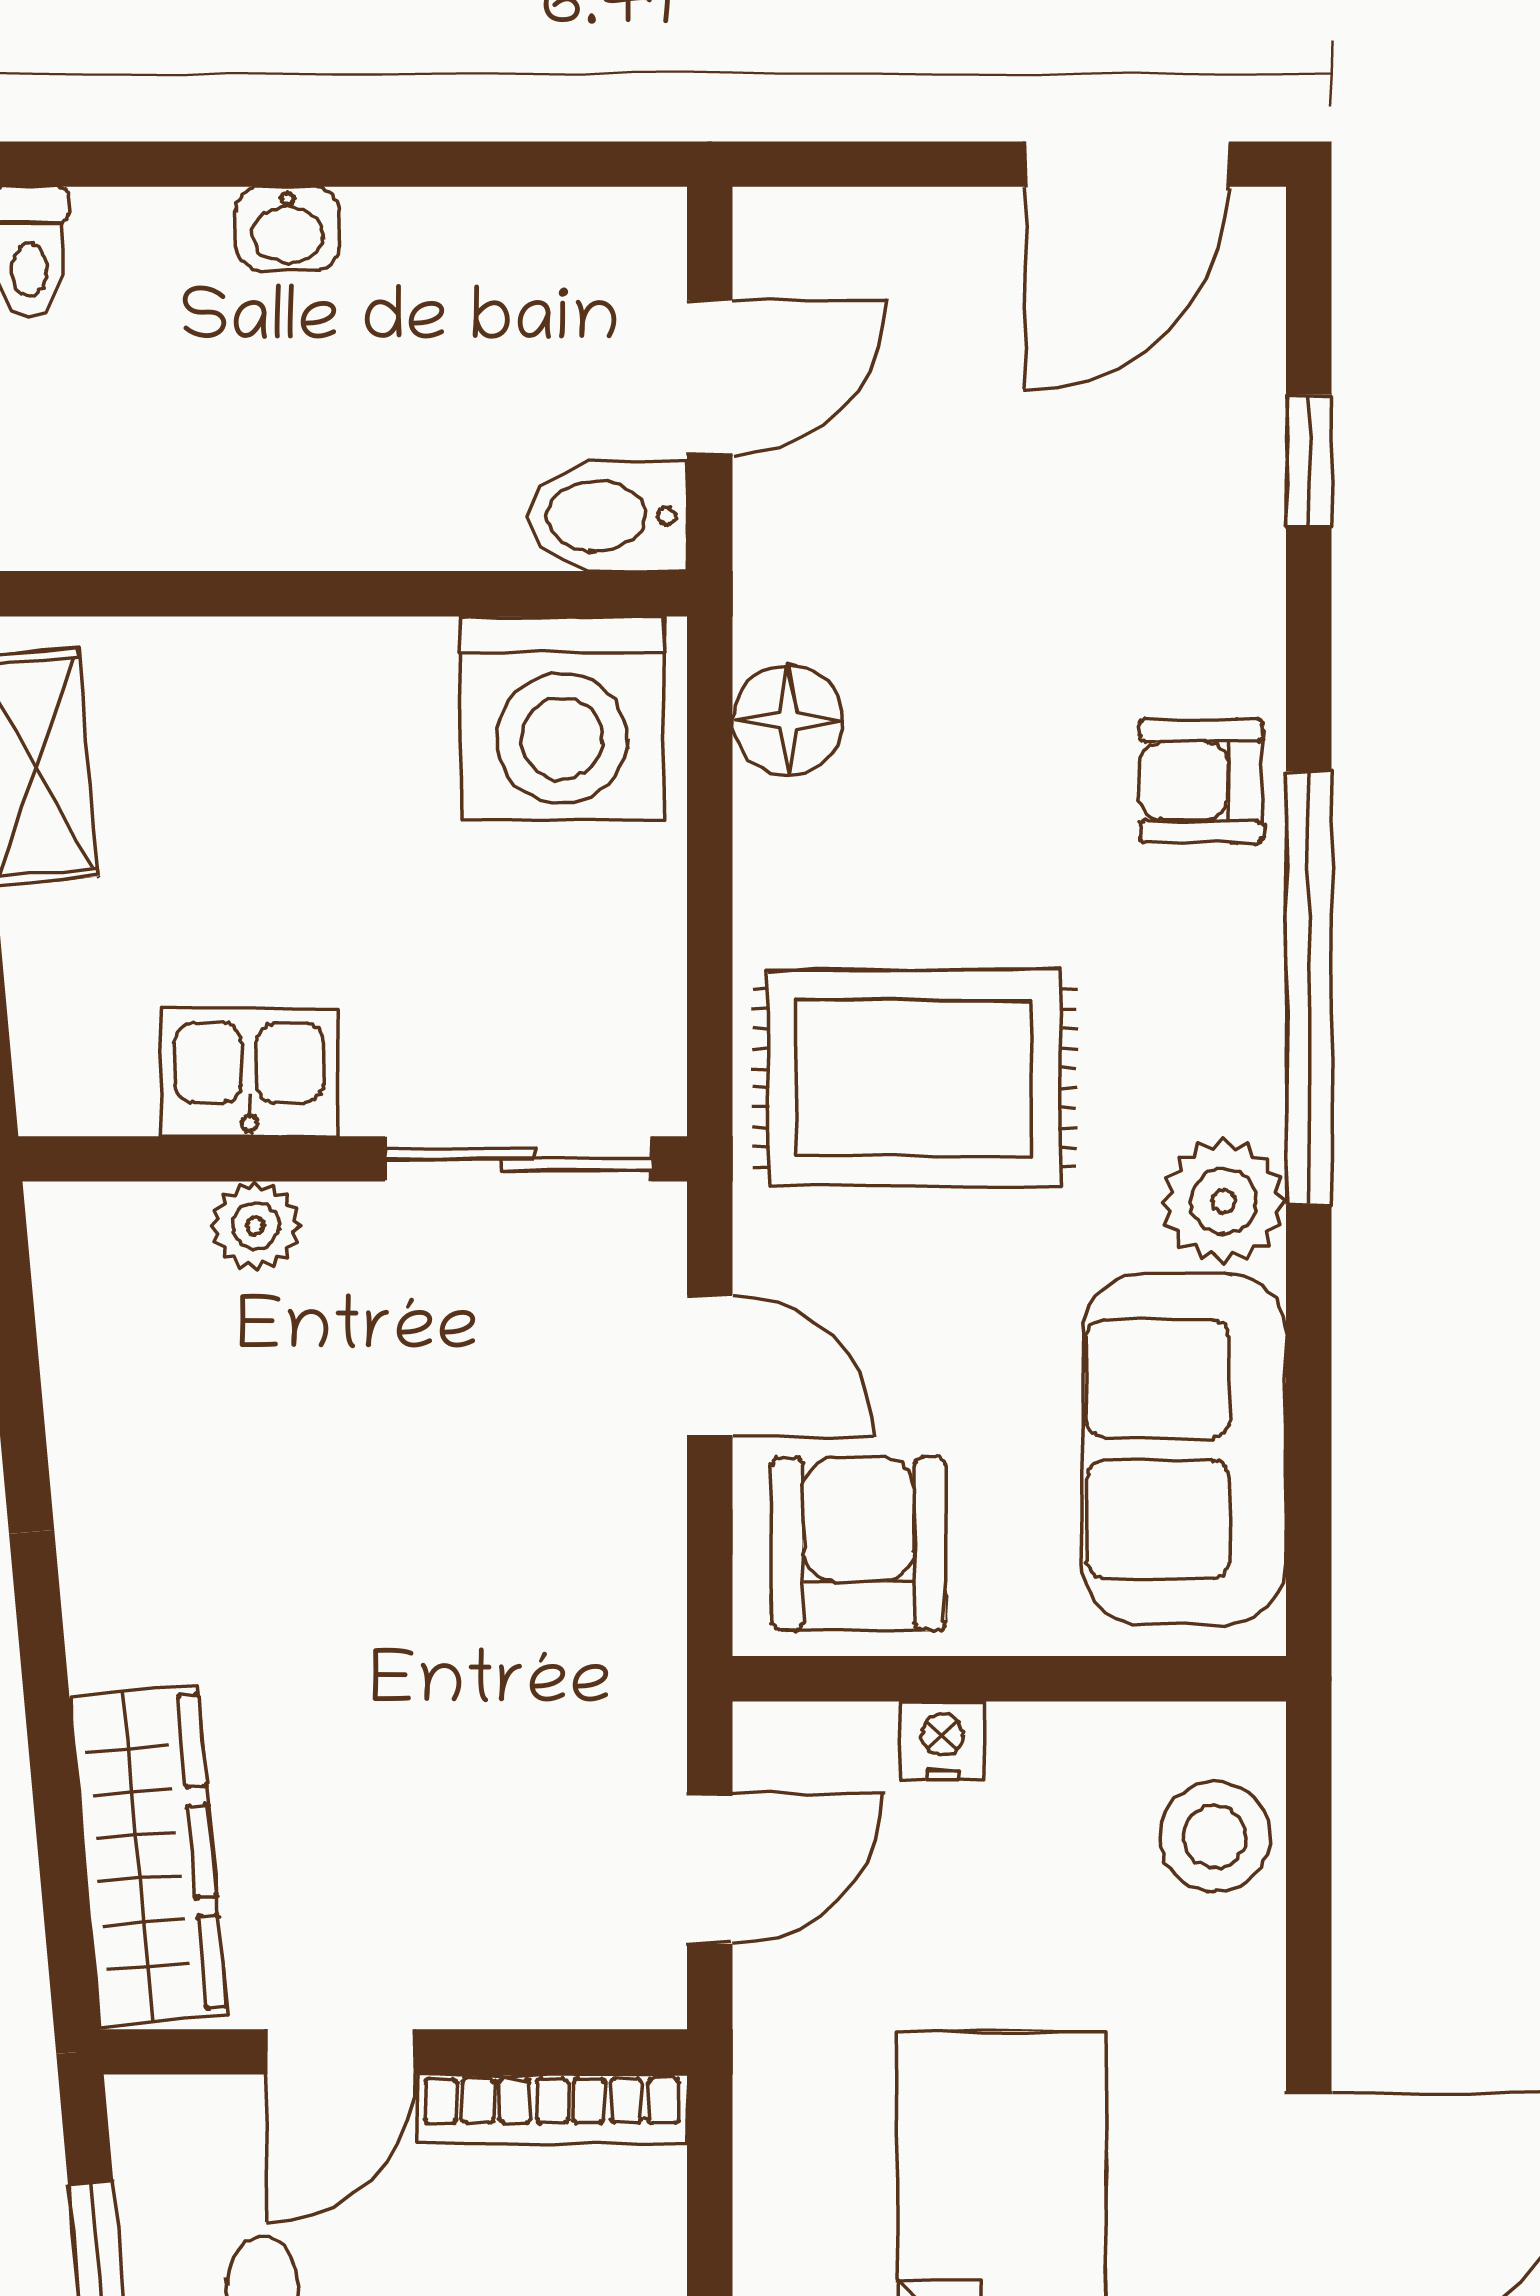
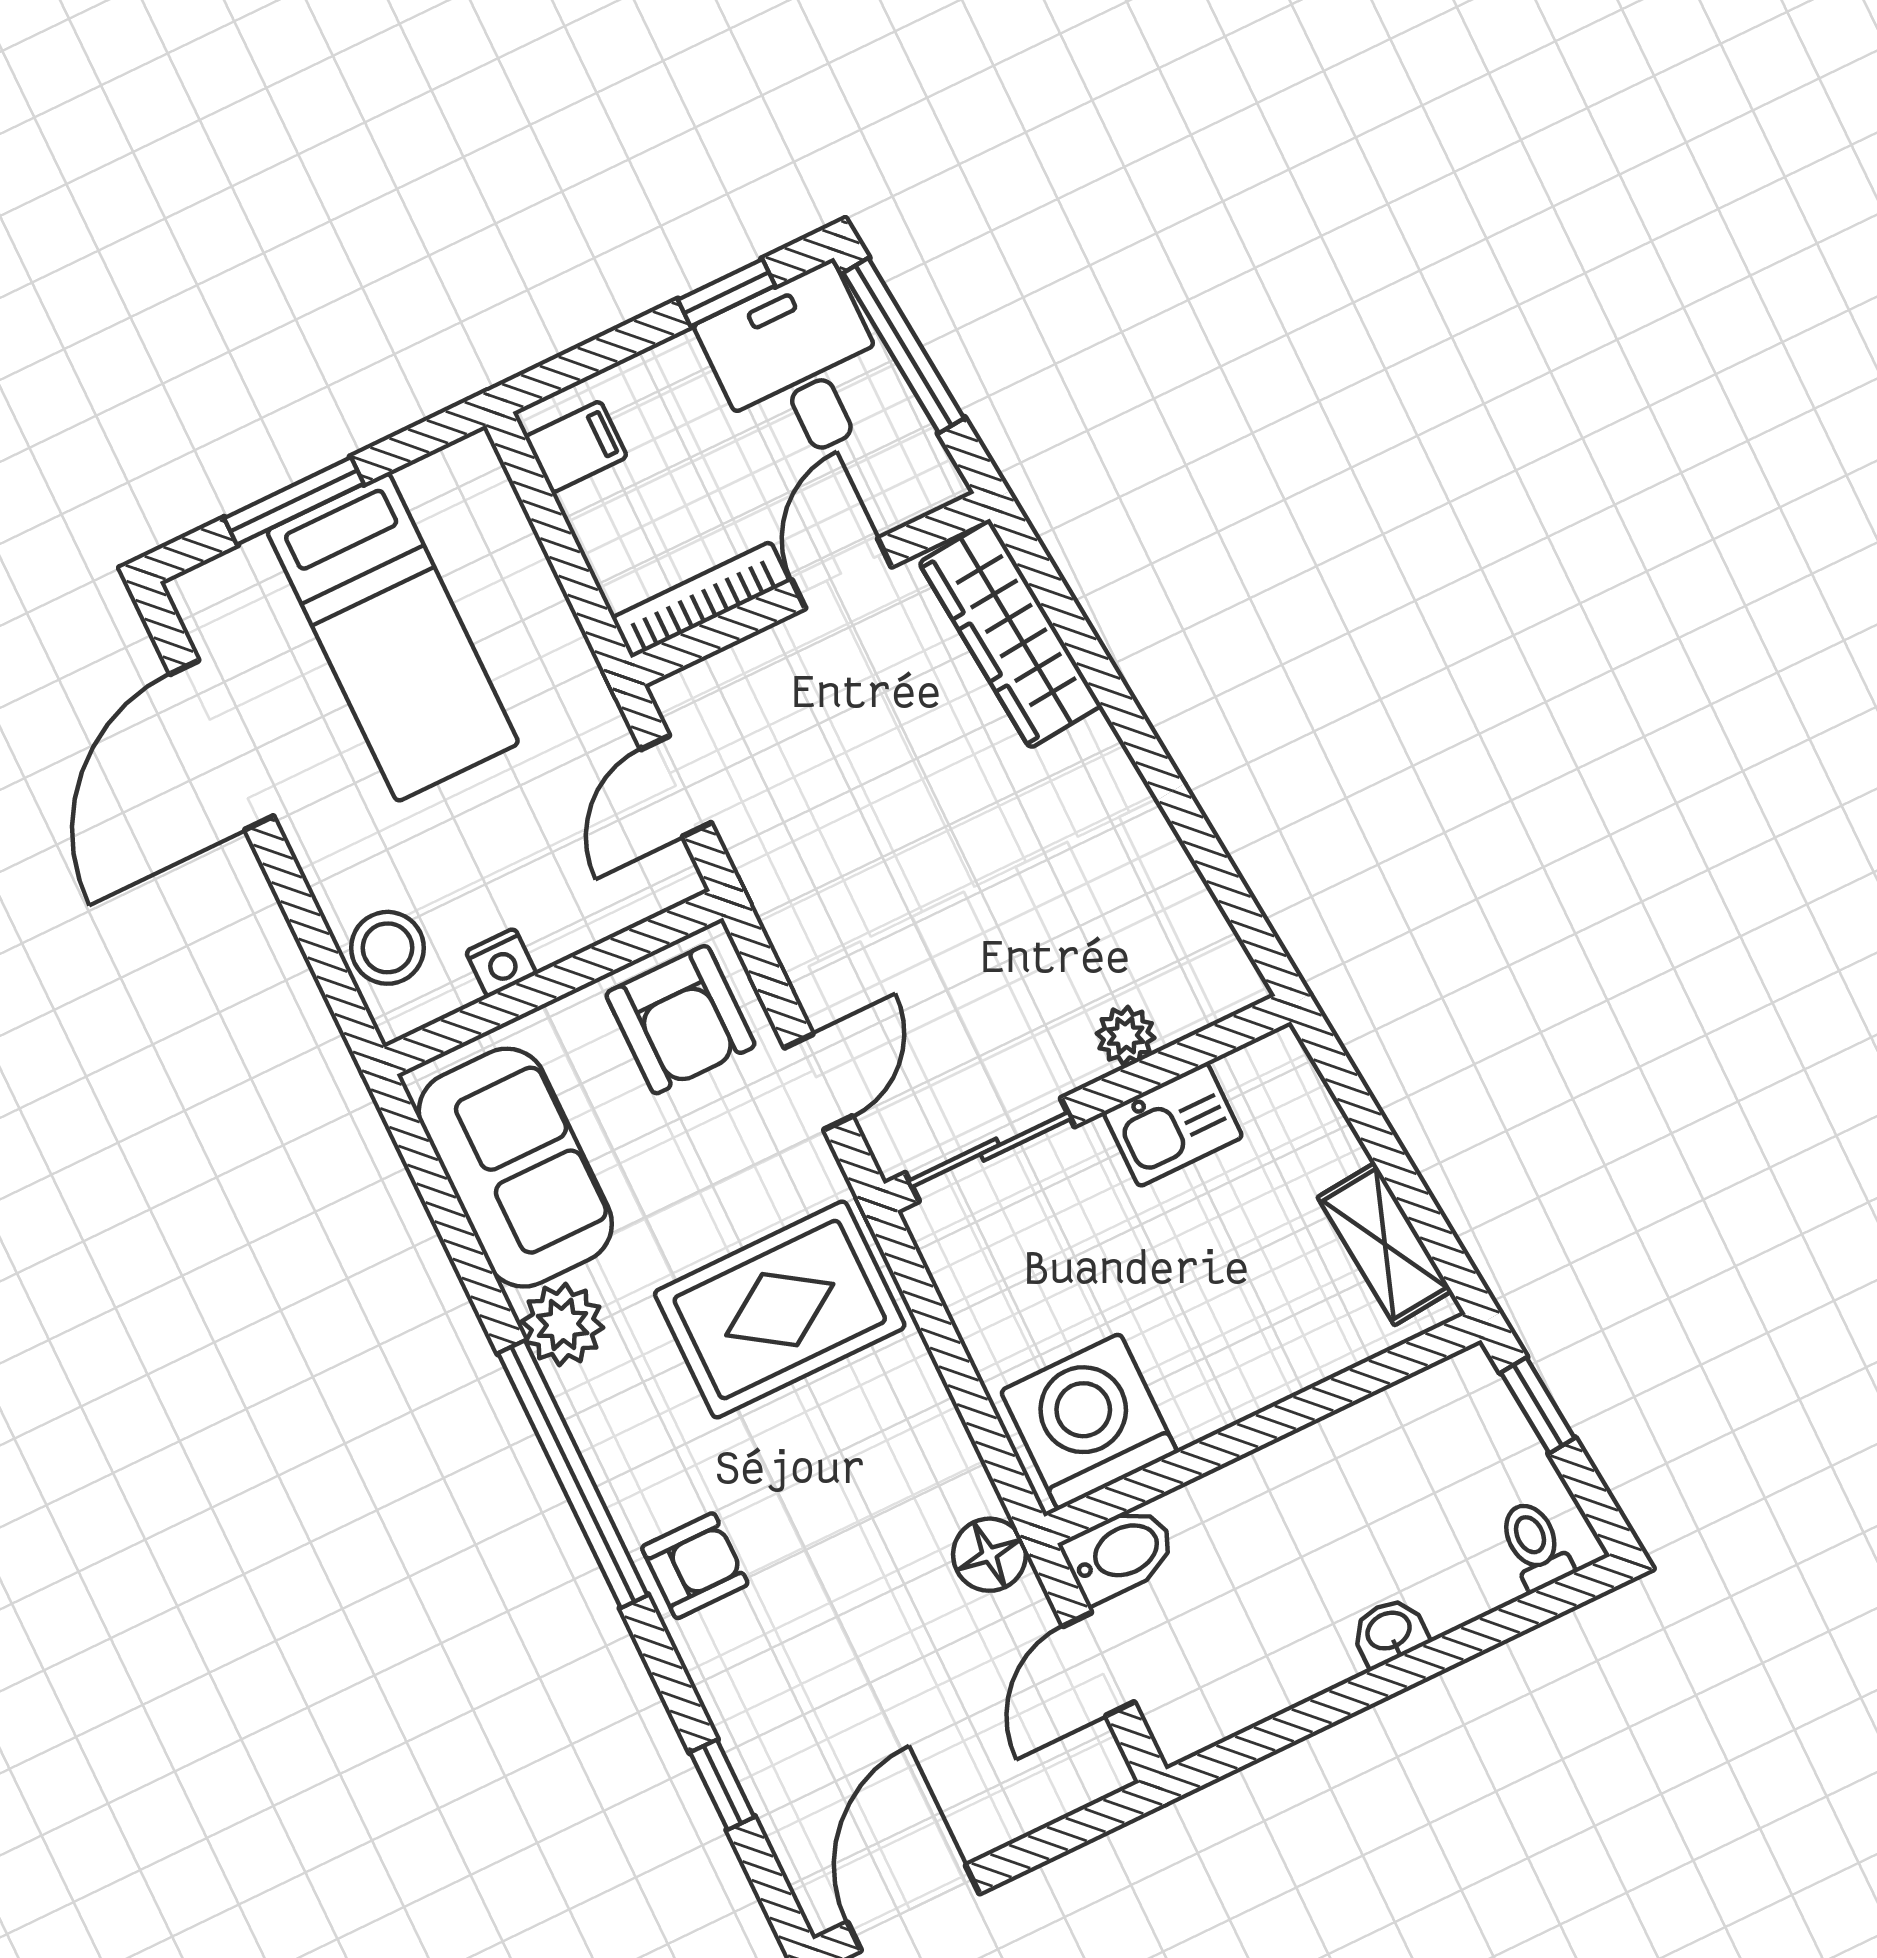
floor lamp: (788, 720) -> (989, 1555), moved
door: (710, 1366) -> (818, 1082), swing flipped
nightstand: (942, 1741) -> (501, 963), moved

